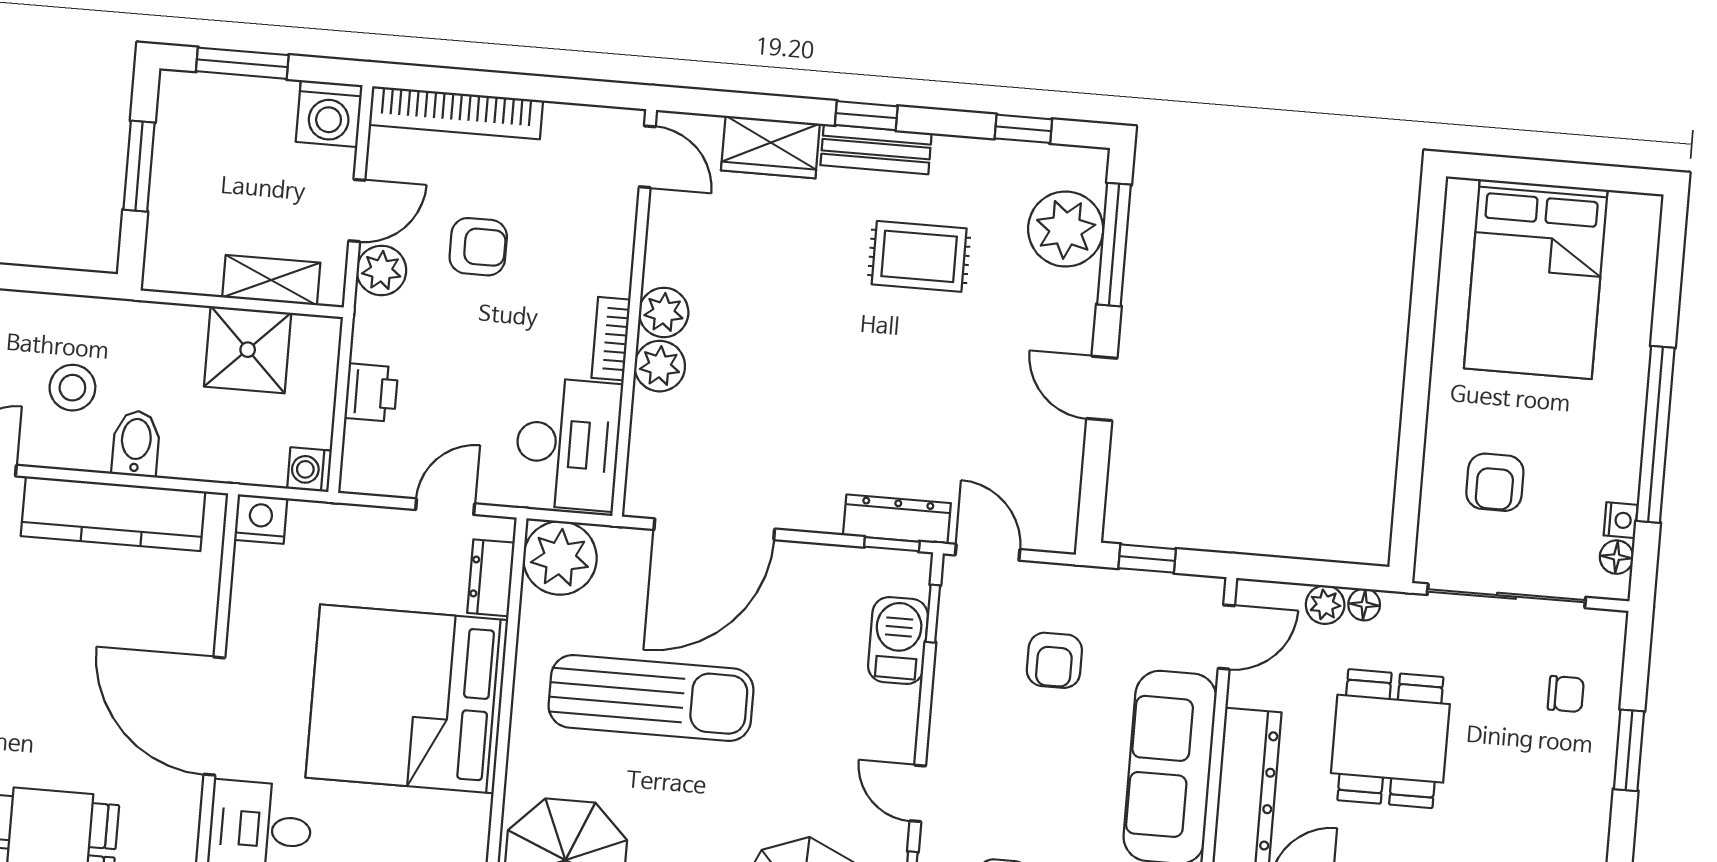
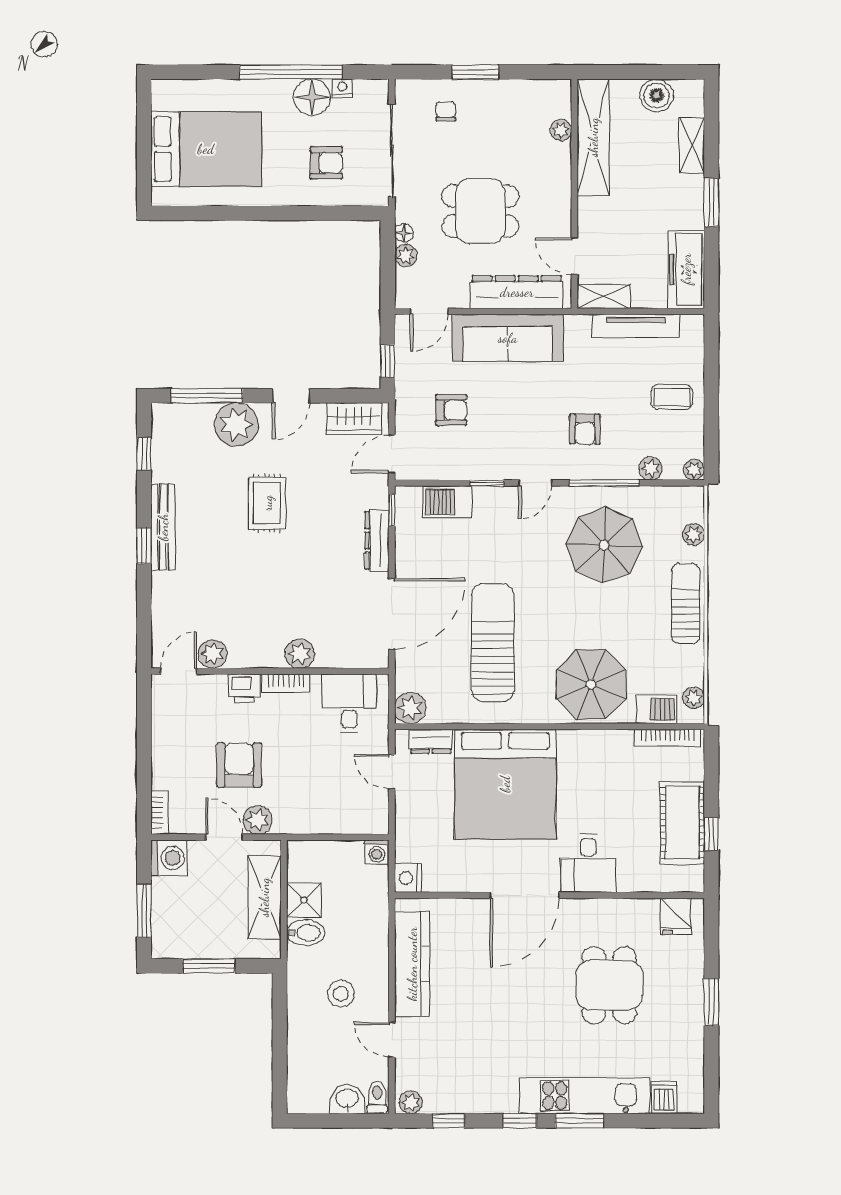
bookcase: (456, 113) -> (160, 813), width x0.43, depth x0.76
wardrobe: (770, 147) -> (354, 419), moved, turned 90
bench: (876, 149) -> (163, 527), width x1.36
plant: (1066, 229) -> (236, 425), moved
armchair: (478, 247) -> (239, 765), width x1.38, depth x1.38
rug: (919, 256) -> (267, 503), moved
shelving: (271, 280) -> (264, 897), width x1.50, depth x1.33
plant: (664, 312) -> (213, 654), moved
shower: (248, 350) -> (304, 900), width x0.73, depth x0.73
printer: (371, 393) -> (244, 688), moved, turned 180
bidet: (136, 443) -> (305, 933), moved, turned 180
desk: (568, 444) -> (349, 703), width x0.73
dresser: (897, 519) -> (377, 540), moved
door: (714, 529) -> (392, 614), hinge flipped
floor lamp: (1616, 557) -> (312, 97), moved, width x1.89, depth x1.89
plant: (560, 558) -> (410, 708), width x0.73, depth x0.73
window: (933, 614) -> (487, 483), moved
door: (1226, 637) -> (429, 311), swing flipped

